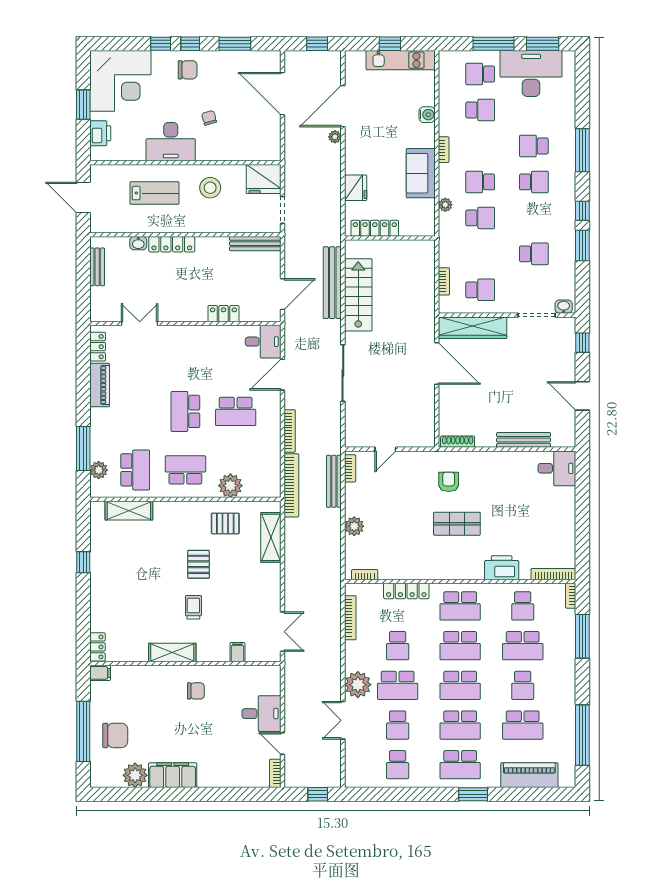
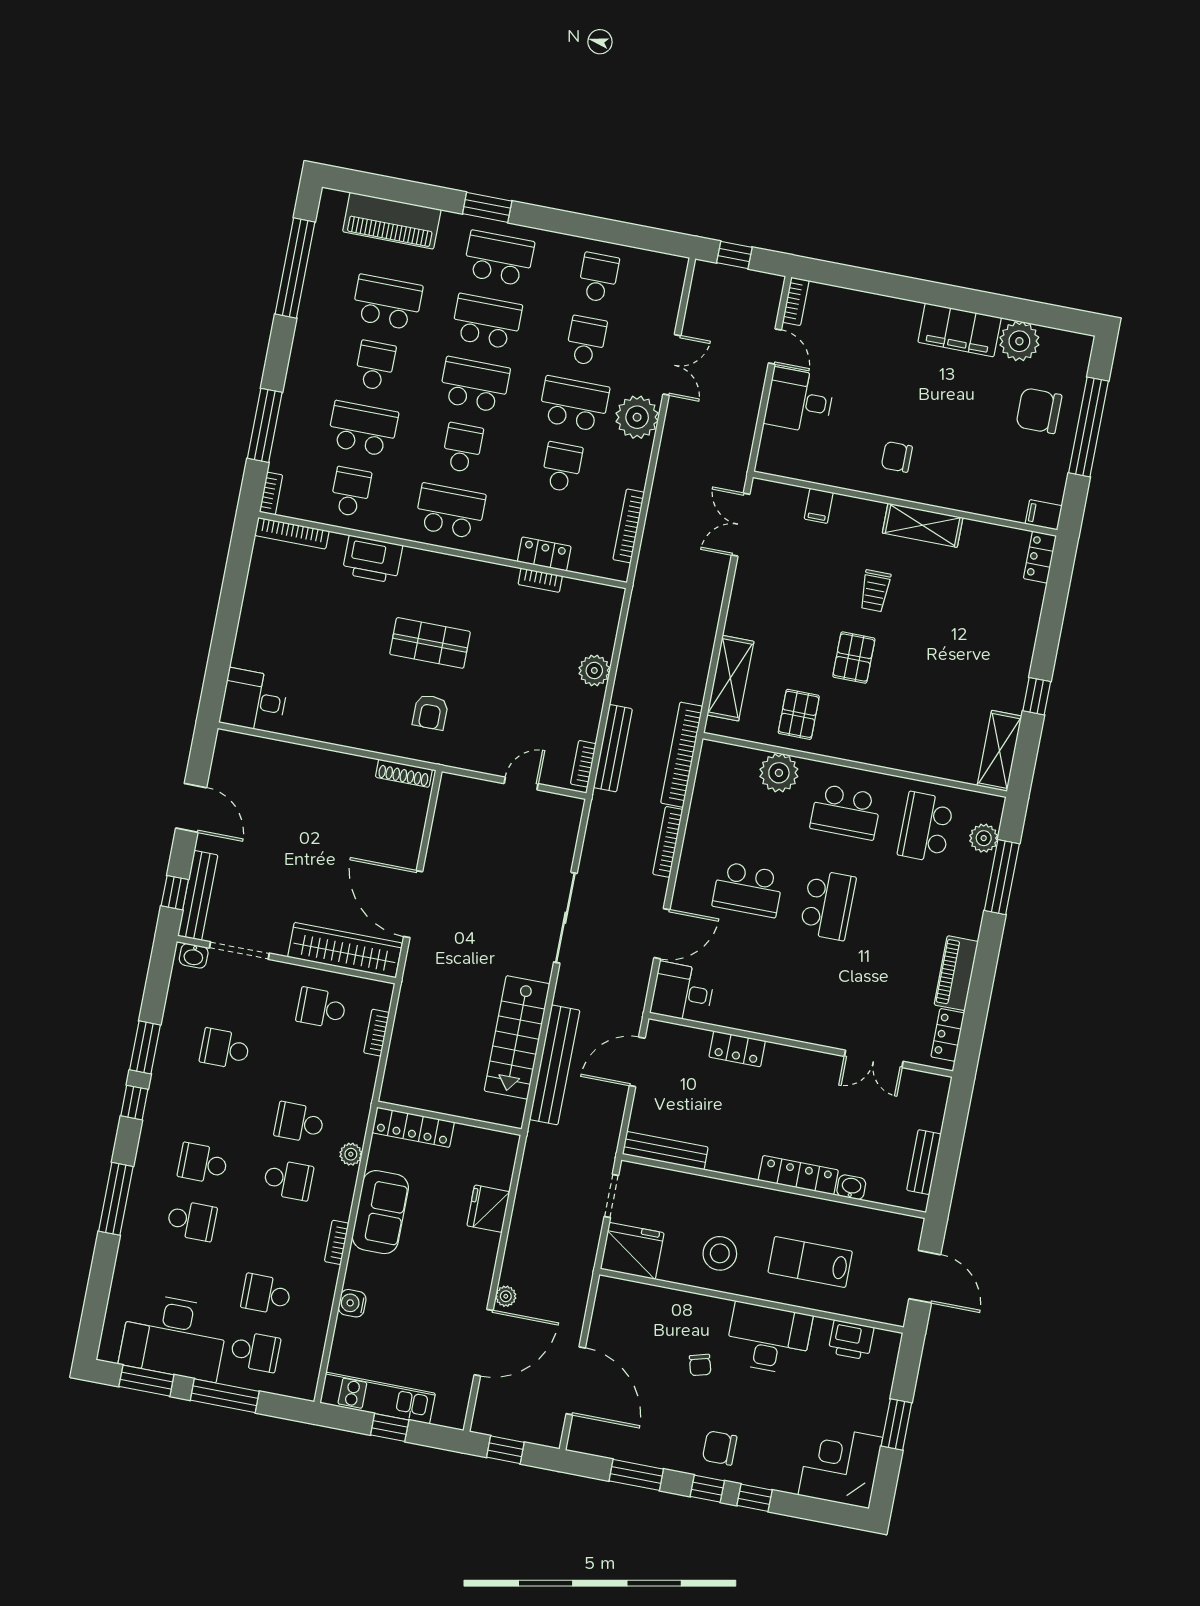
corner desk: (120, 81) -> (840, 1466), width x0.74, depth x0.74
printer: (100, 133) -> (851, 1340), moved, turned -90
locker: (375, 228) -> (413, 1127), moved
school desk: (236, 411) -> (748, 889), turned 180
bench: (524, 440) -> (198, 895), moved, turned 90
shelving: (129, 511) -> (999, 751), moved, turned 90
pallet: (225, 523) -> (799, 714), turned 90
bookcase: (365, 575) -> (540, 580), moved
locker: (406, 591) -> (544, 554), width x0.66
school desk: (460, 646) -> (462, 448), width x0.54

